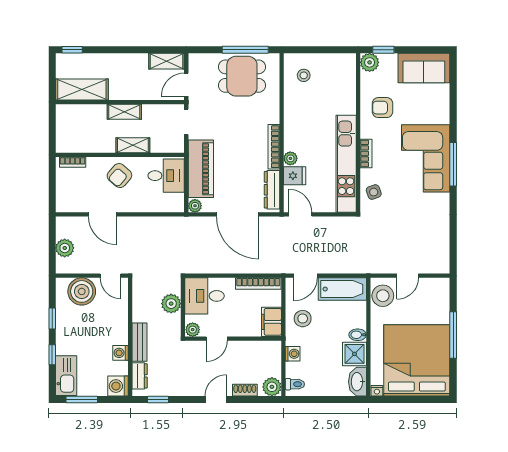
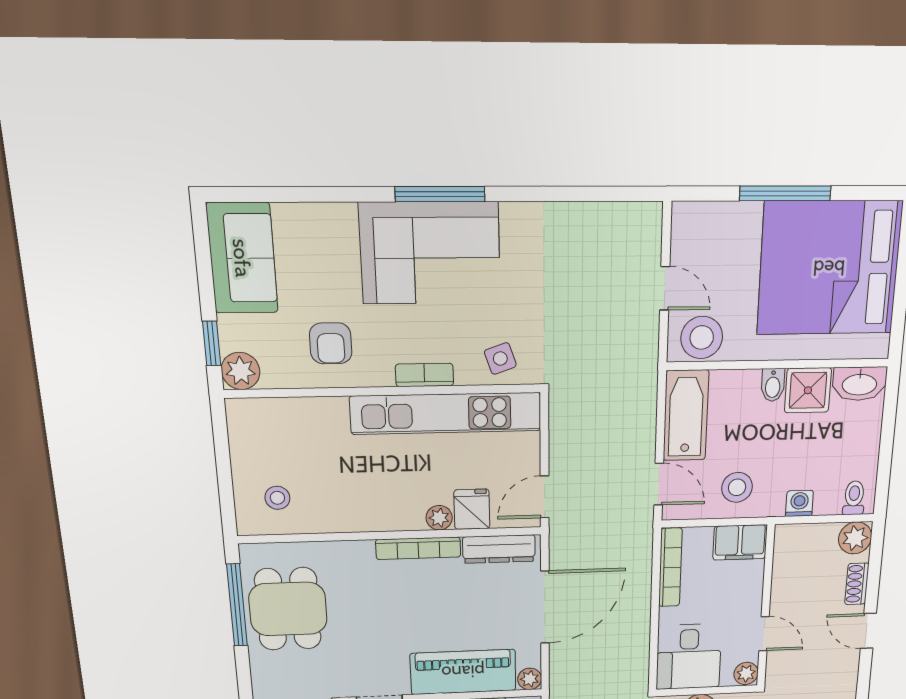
nightstand: (377, 391) -> (880, 346), removed

